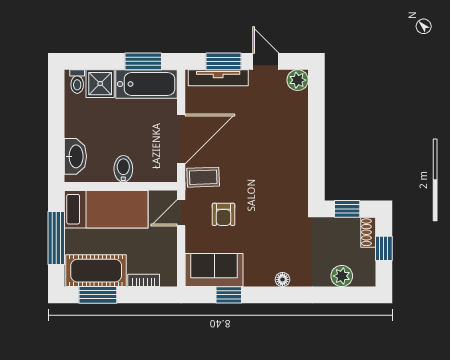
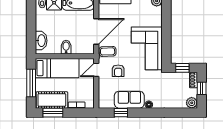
corner sofa: (279, 171) -> (147, 48), added
sofa: (214, 270) -> (129, 100), moved
plant: (342, 276) -> (192, 103), moved

